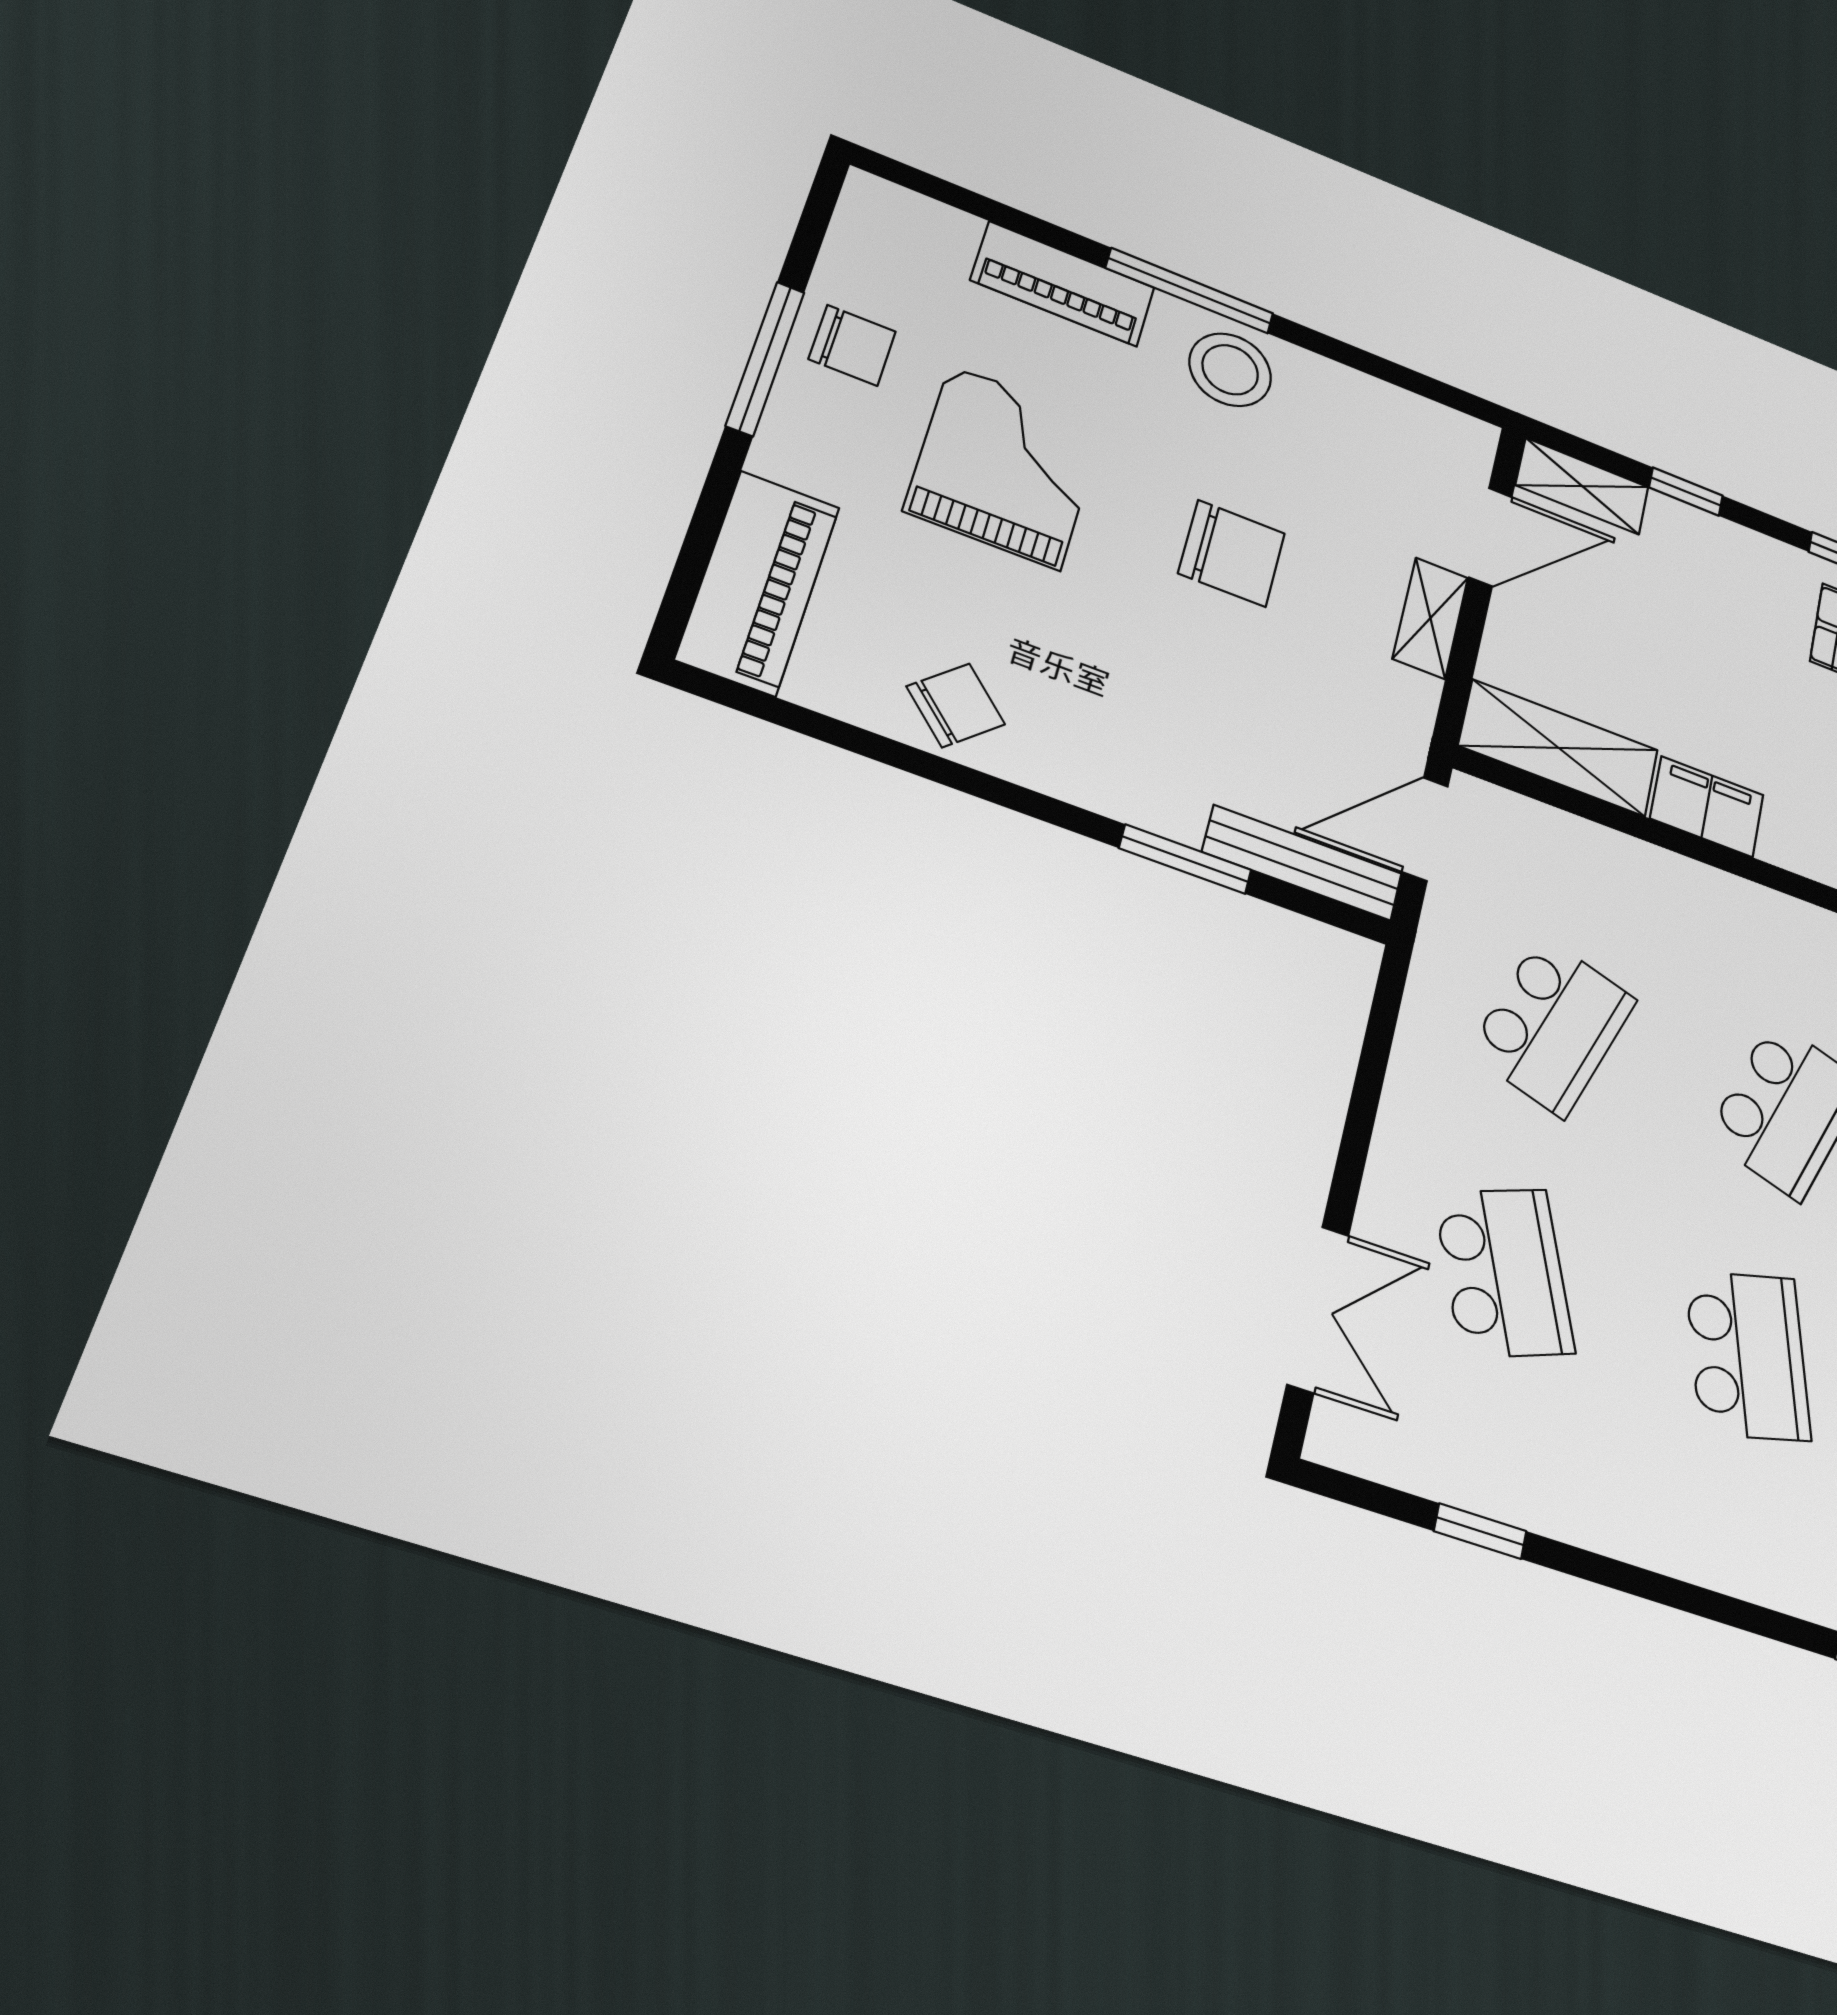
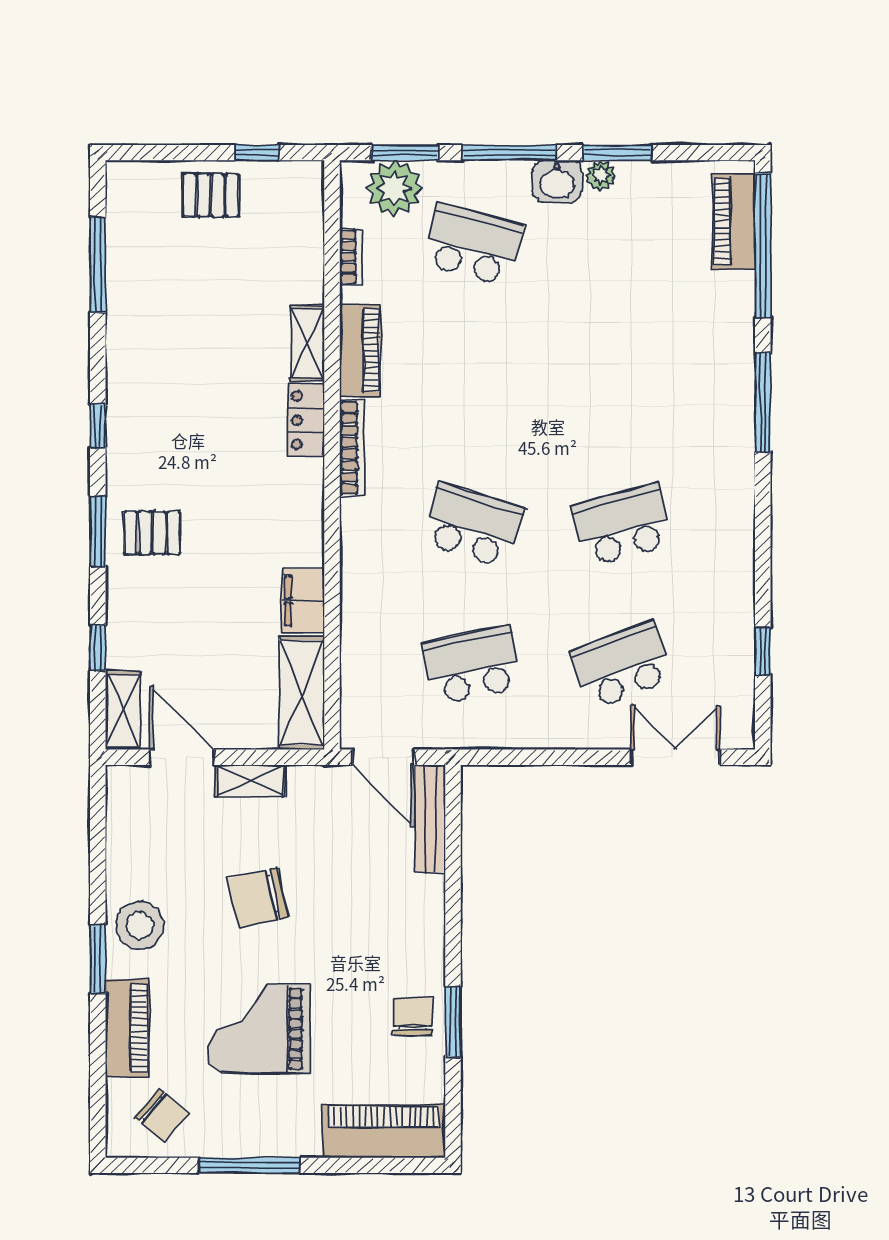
window: (1190, 291) -> (98, 959), width x0.69
chair: (852, 345) -> (161, 1116), moved, turned 131
chair: (1232, 553) -> (258, 898), turned -103
chair: (956, 705) -> (413, 1017), turned 44
window: (1185, 859) -> (453, 1022), moved
school desk: (1553, 1026) -> (473, 665), turned -30

